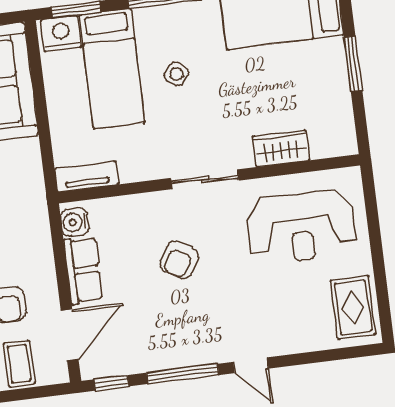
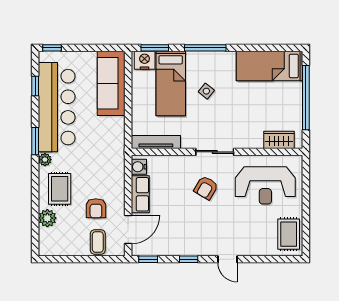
window: (353, 64) -> (306, 98), width x2.11
wardrobe: (281, 148) -> (279, 140), moved
tv unit: (87, 177) -> (156, 142), width x1.41
armchair: (179, 260) -> (206, 188), moved
window: (183, 374) -> (189, 259), width x0.46

